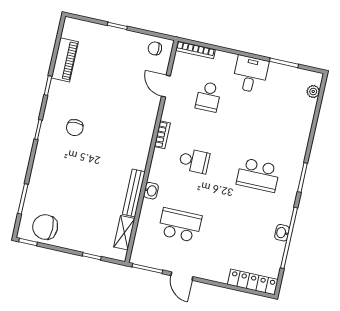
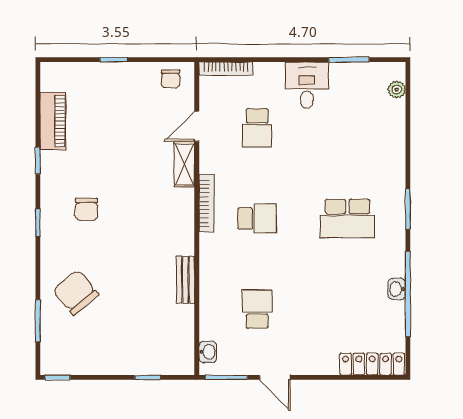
chair: (155, 48) -> (171, 79), turned -90
door: (166, 86) -> (197, 126), hinge flipped
bookcase: (162, 135) -> (206, 203), width x1.56
washbasin: (151, 191) -> (208, 352), moved
bench: (134, 193) -> (185, 280), width x0.73
school desk: (180, 225) -> (257, 309), width x0.54
chair: (45, 227) -> (76, 293), moved, turned 50
shelving: (124, 233) -> (184, 164), moved

